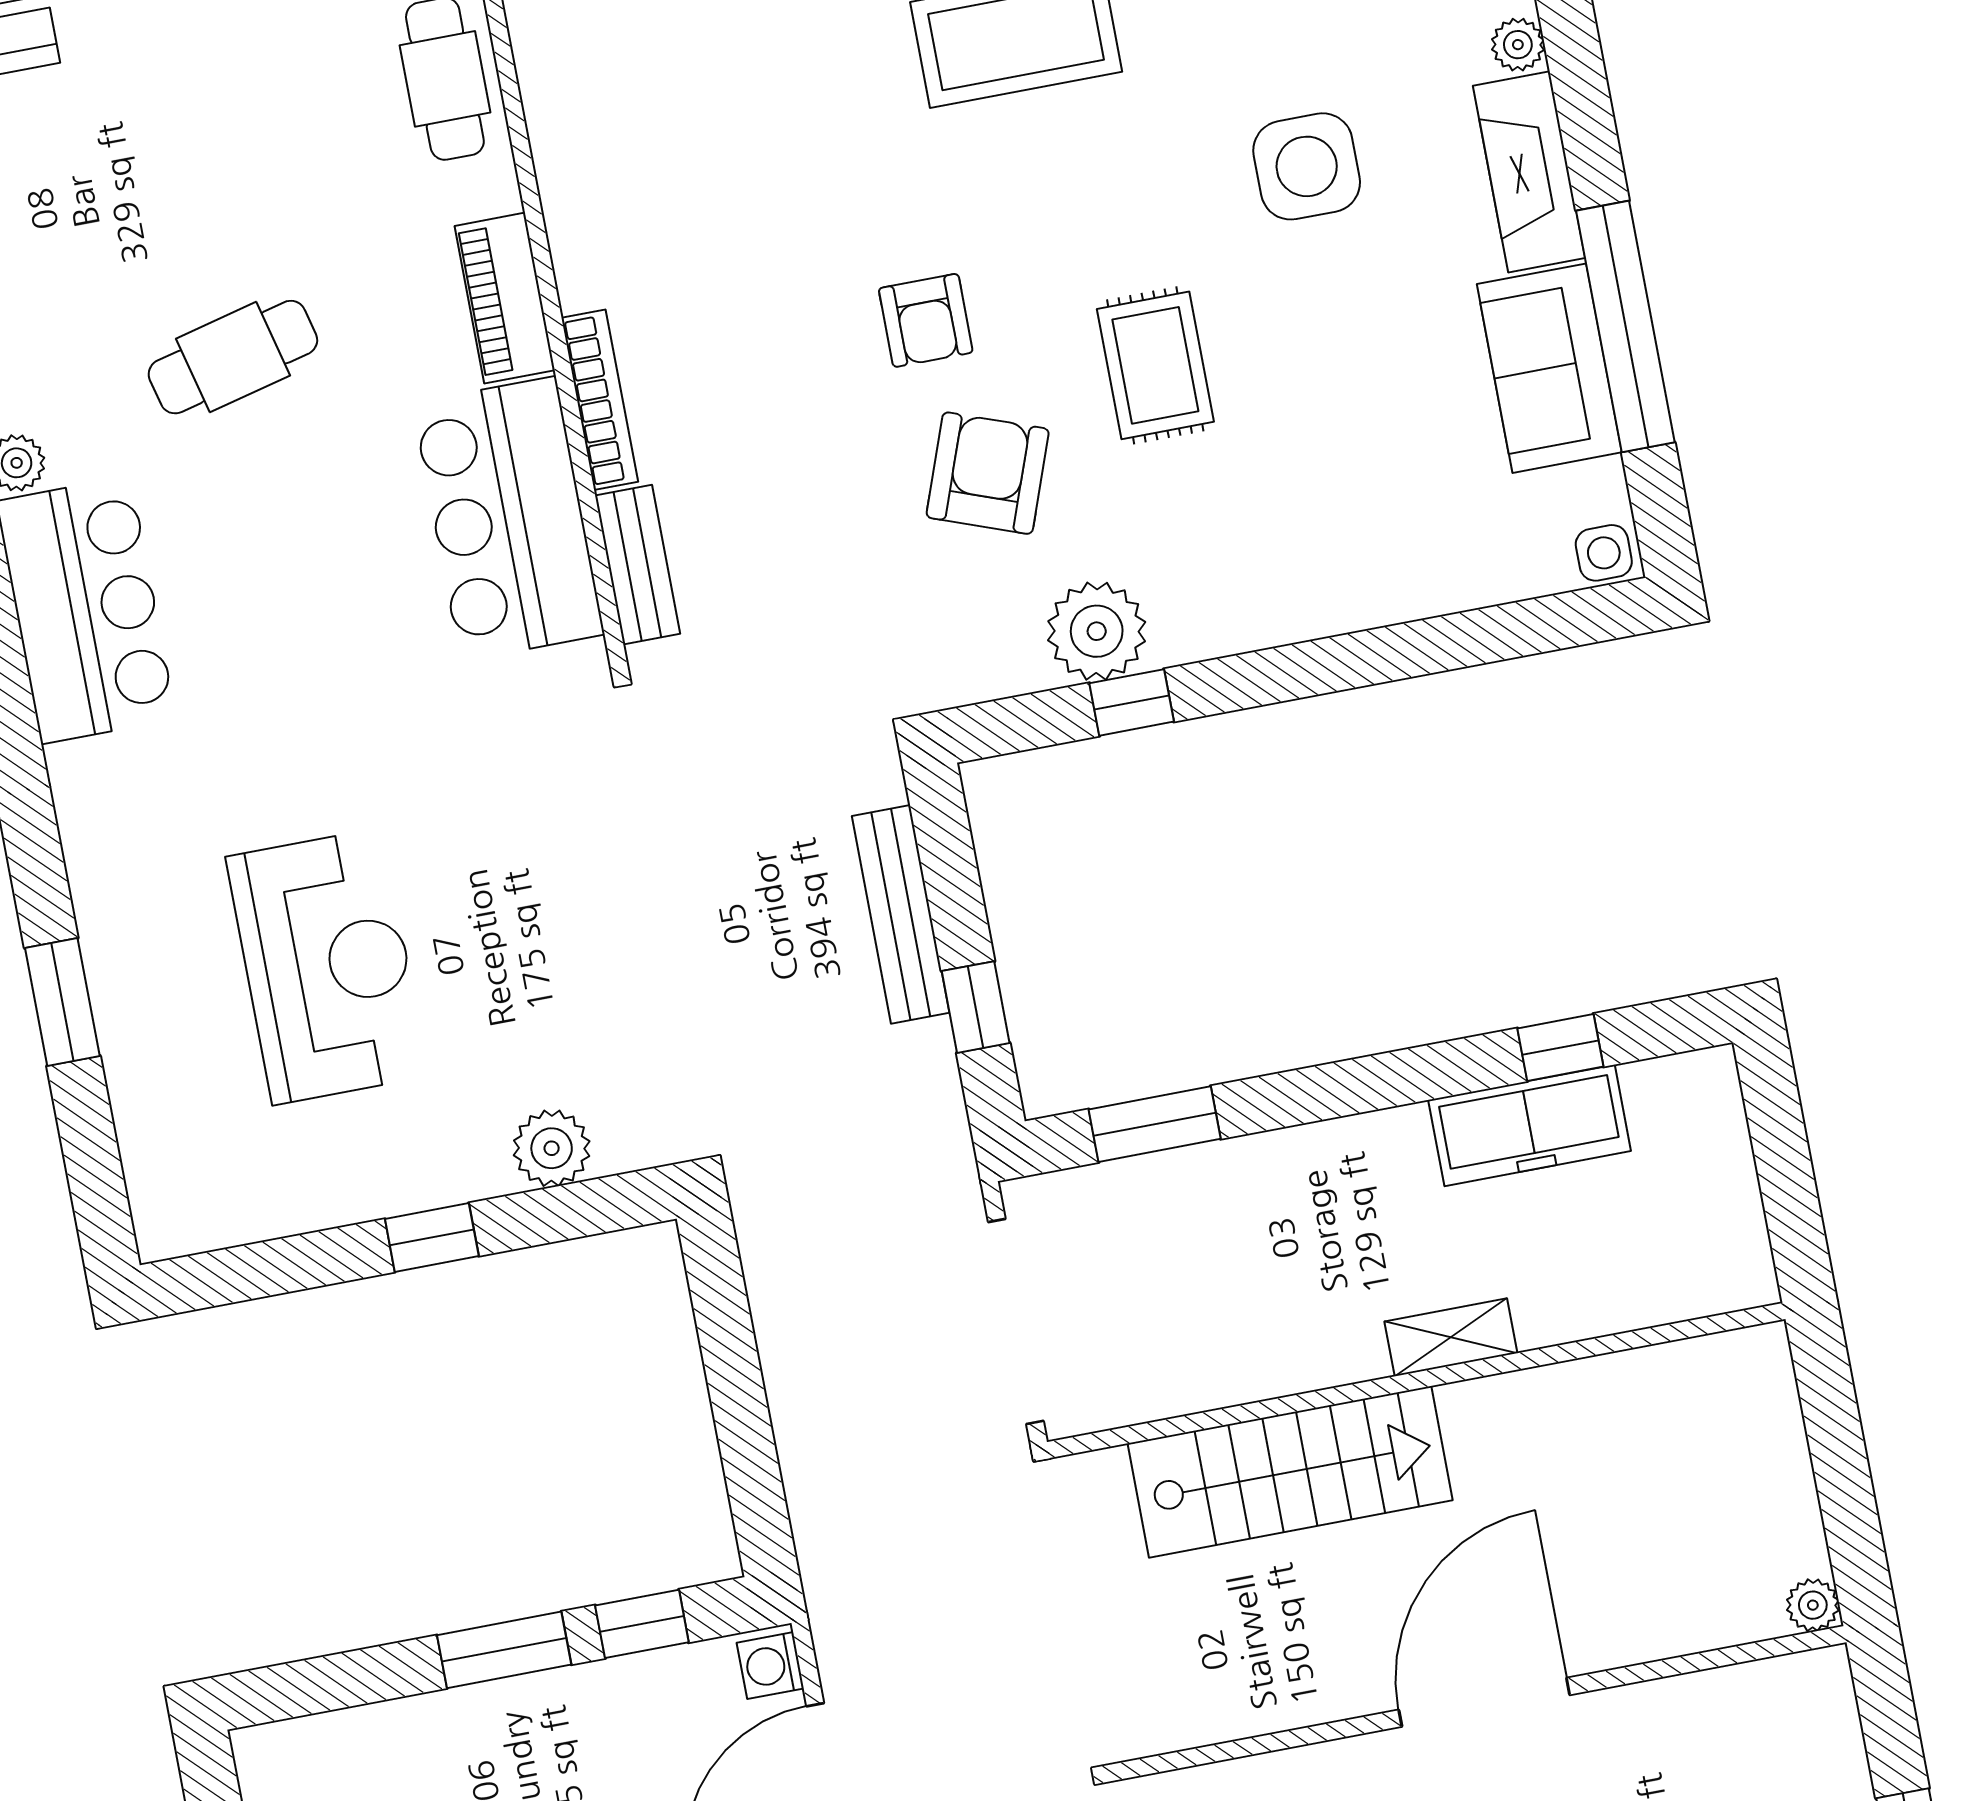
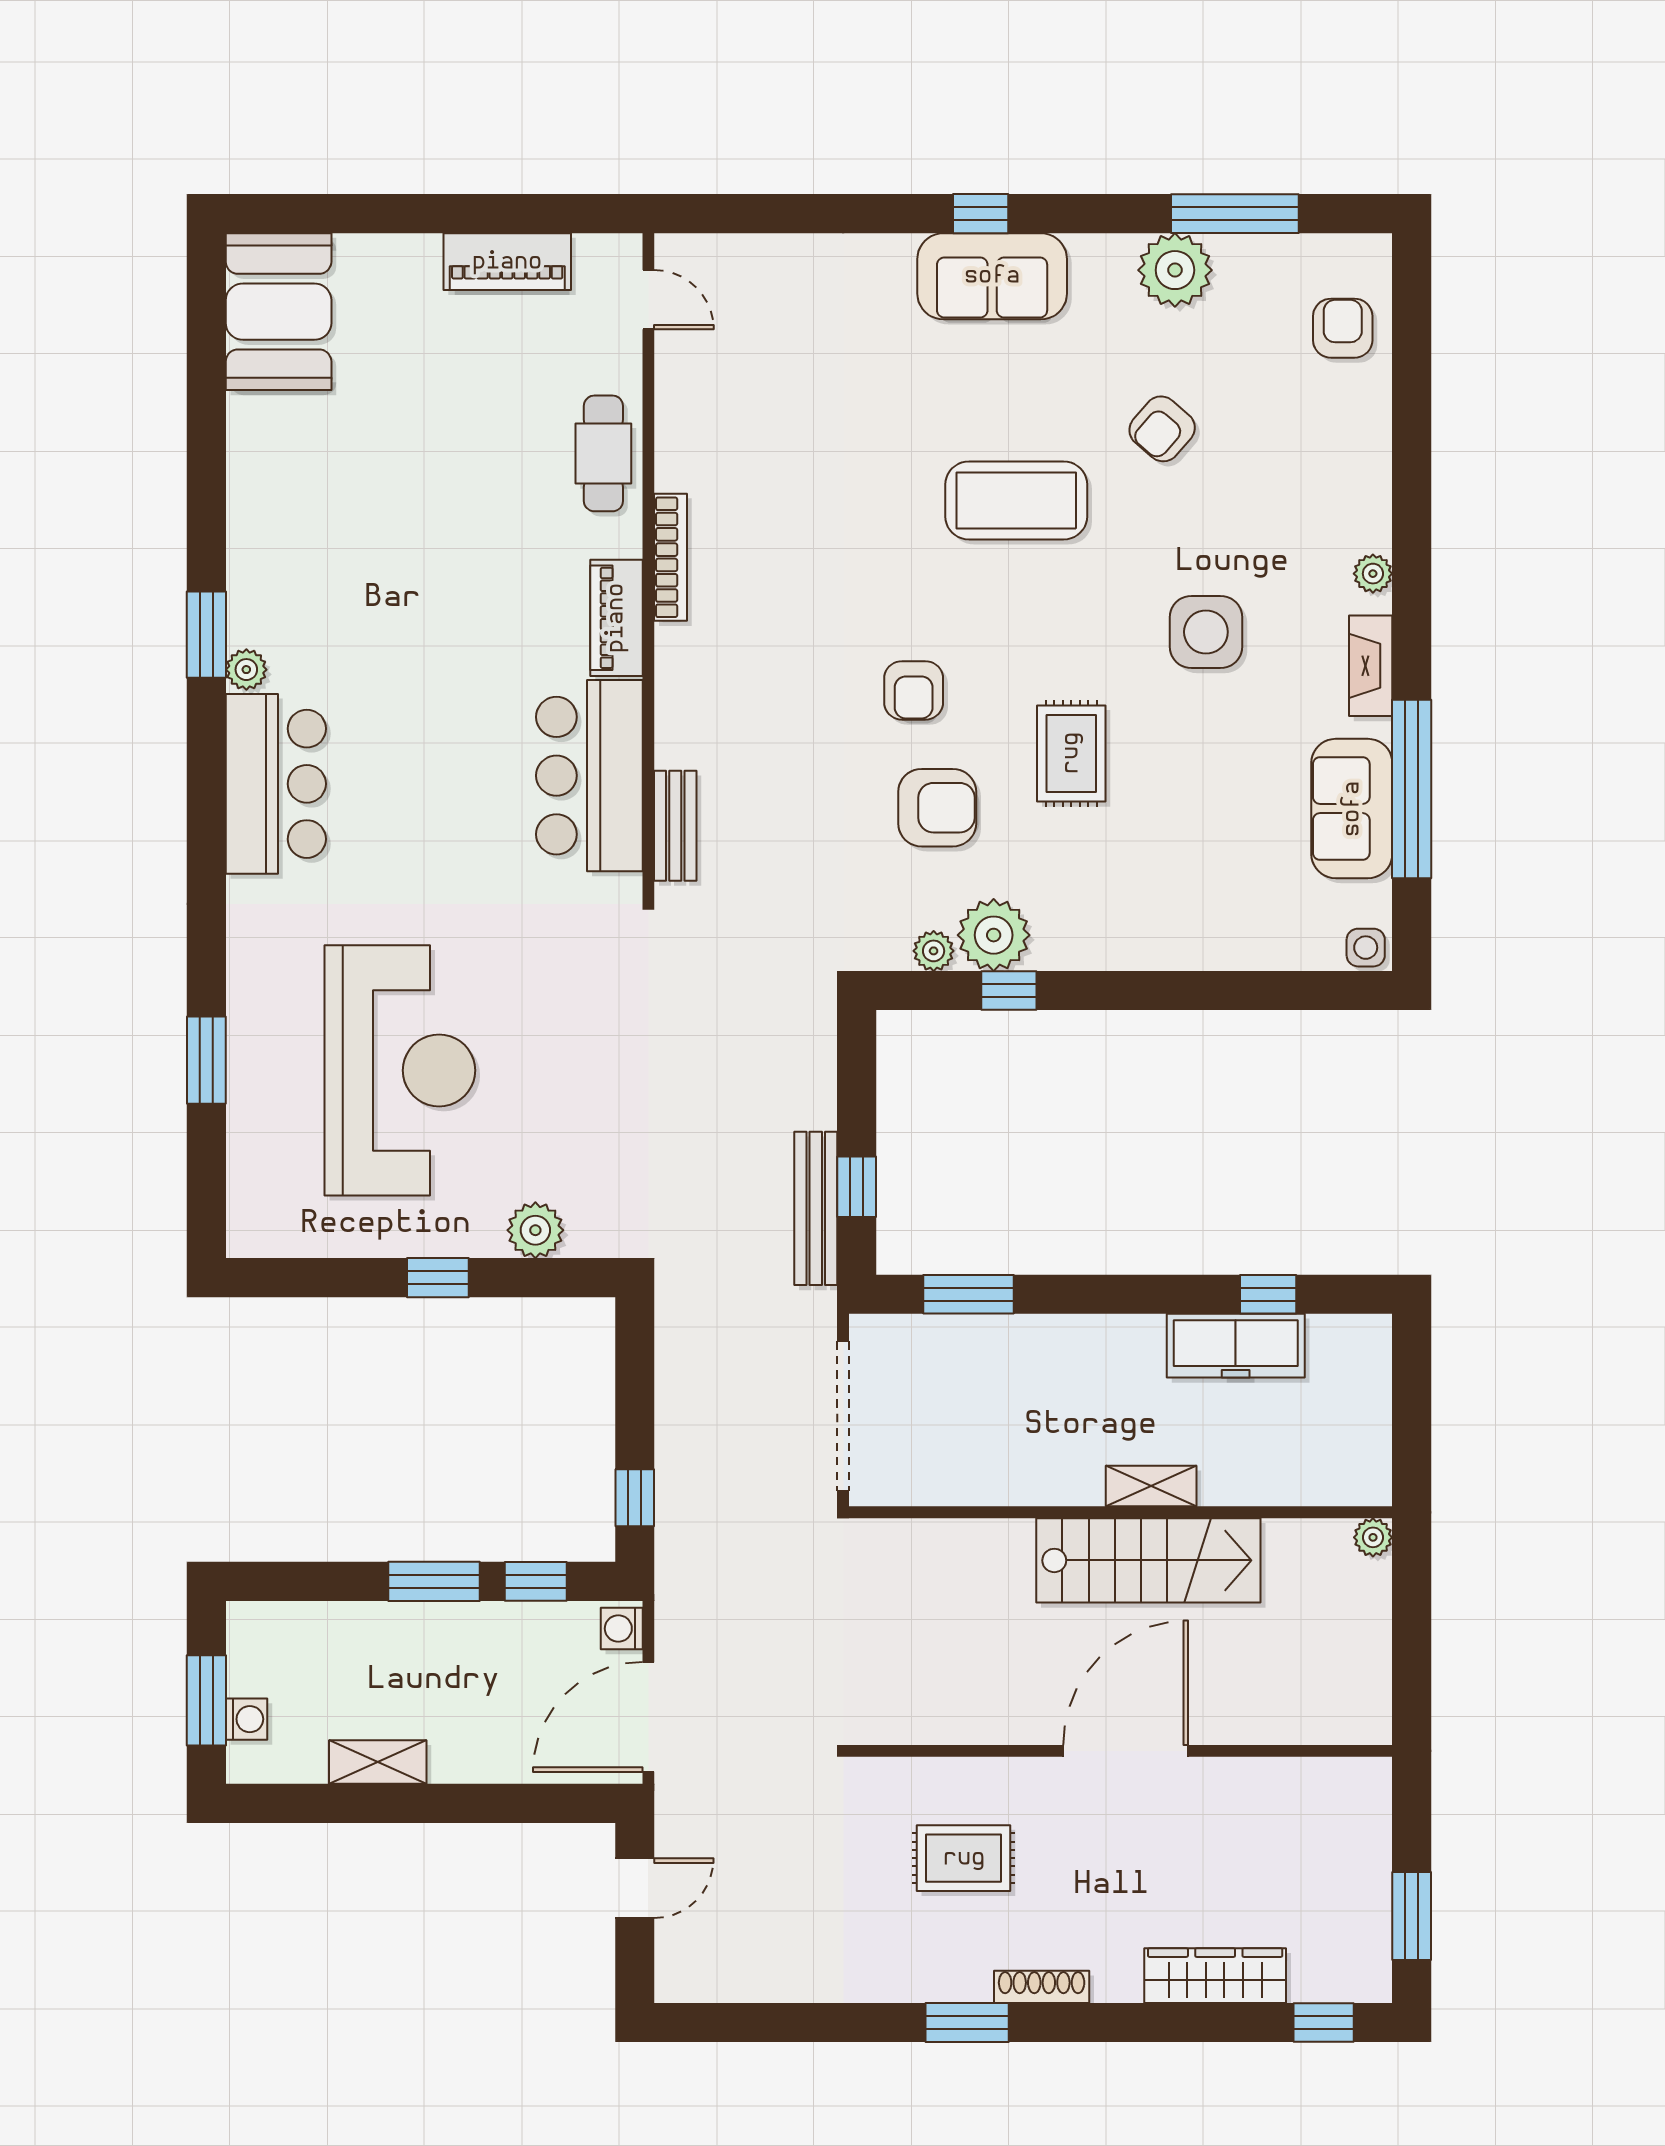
fireplace: (1529, 172) -> (1371, 666), width x0.73, depth x0.76
cafe table: (233, 357) -> (415, 623), removed
bookcase: (600, 400) -> (671, 557), moved
armchair: (988, 473) -> (937, 808), turned 70
plant: (1019, 668) -> (934, 951), added
bench: (901, 914) -> (816, 1208), moved
reception desk: (327, 966) -> (400, 1070), width x1.36, depth x1.30
stairs: (1290, 1472) -> (1148, 1560), moved
window: (755, 1485) -> (635, 1498), added
plant: (1813, 1605) -> (1373, 1537), moved

